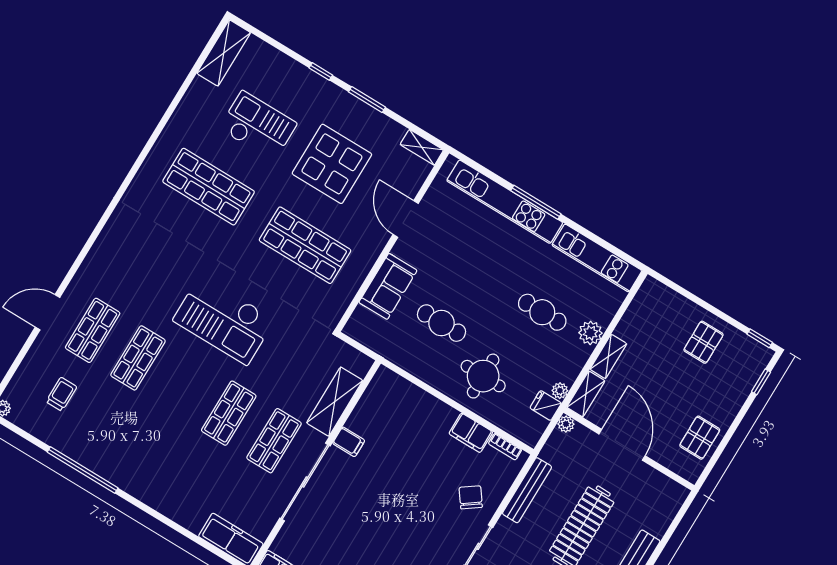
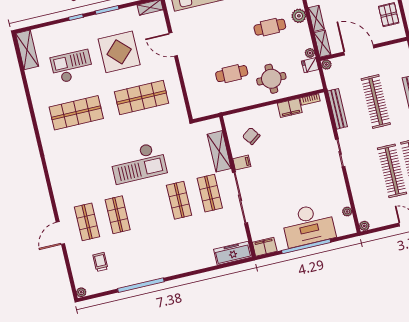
sofa: (388, 286) -> (194, 80), removed
chair: (471, 497) -> (251, 136), moved

